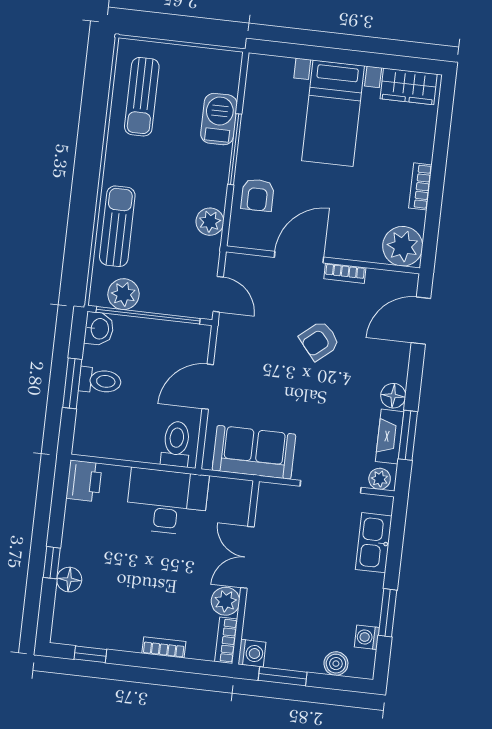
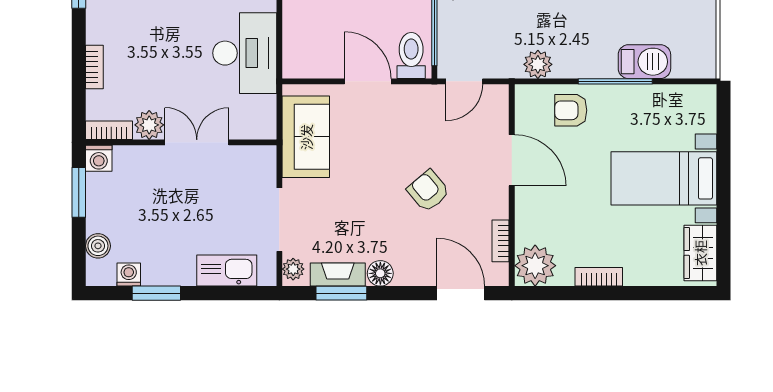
bookcase: (345, 273) -> (501, 241), moved
toilet: (176, 444) -> (411, 56), moved, turned -90

